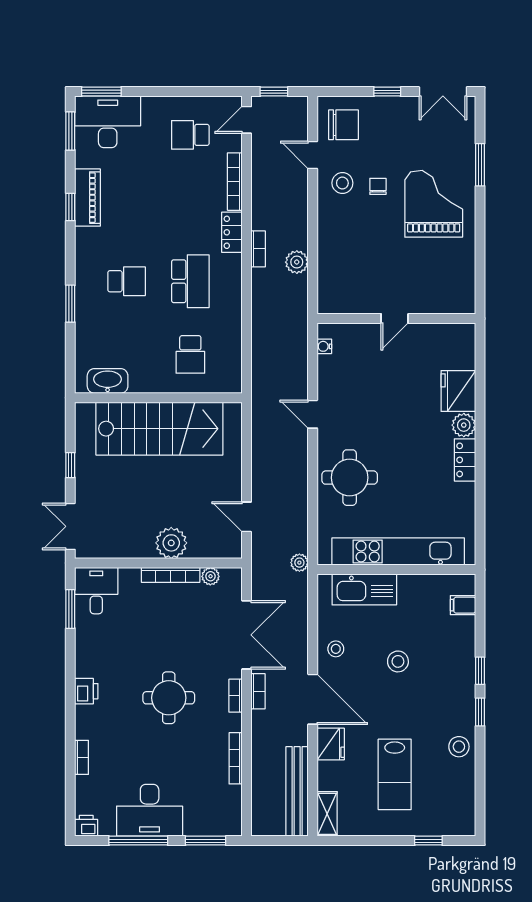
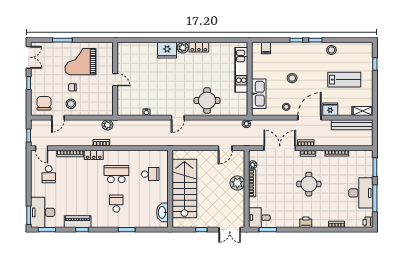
door: (395, 318) -> (115, 80), moved
wall: (396, 318) -> (115, 79), moved
kitchen unit: (398, 551) -> (241, 70), width x0.73

